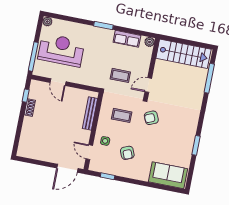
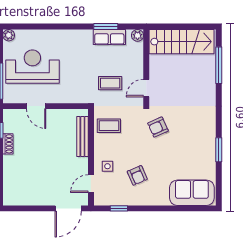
window: (103, 26) -> (106, 27), moved
coffee table: (122, 115) -> (109, 126), moved
door: (89, 152) -> (91, 184), hinge flipped

